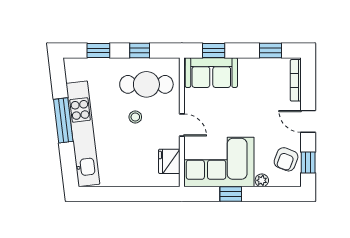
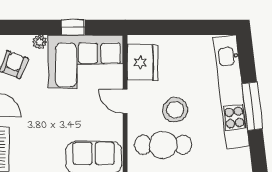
stool: (135, 117) -> (175, 110), width x1.89, depth x1.89
fridge: (169, 161) -> (143, 62), width x1.36, depth x1.34

